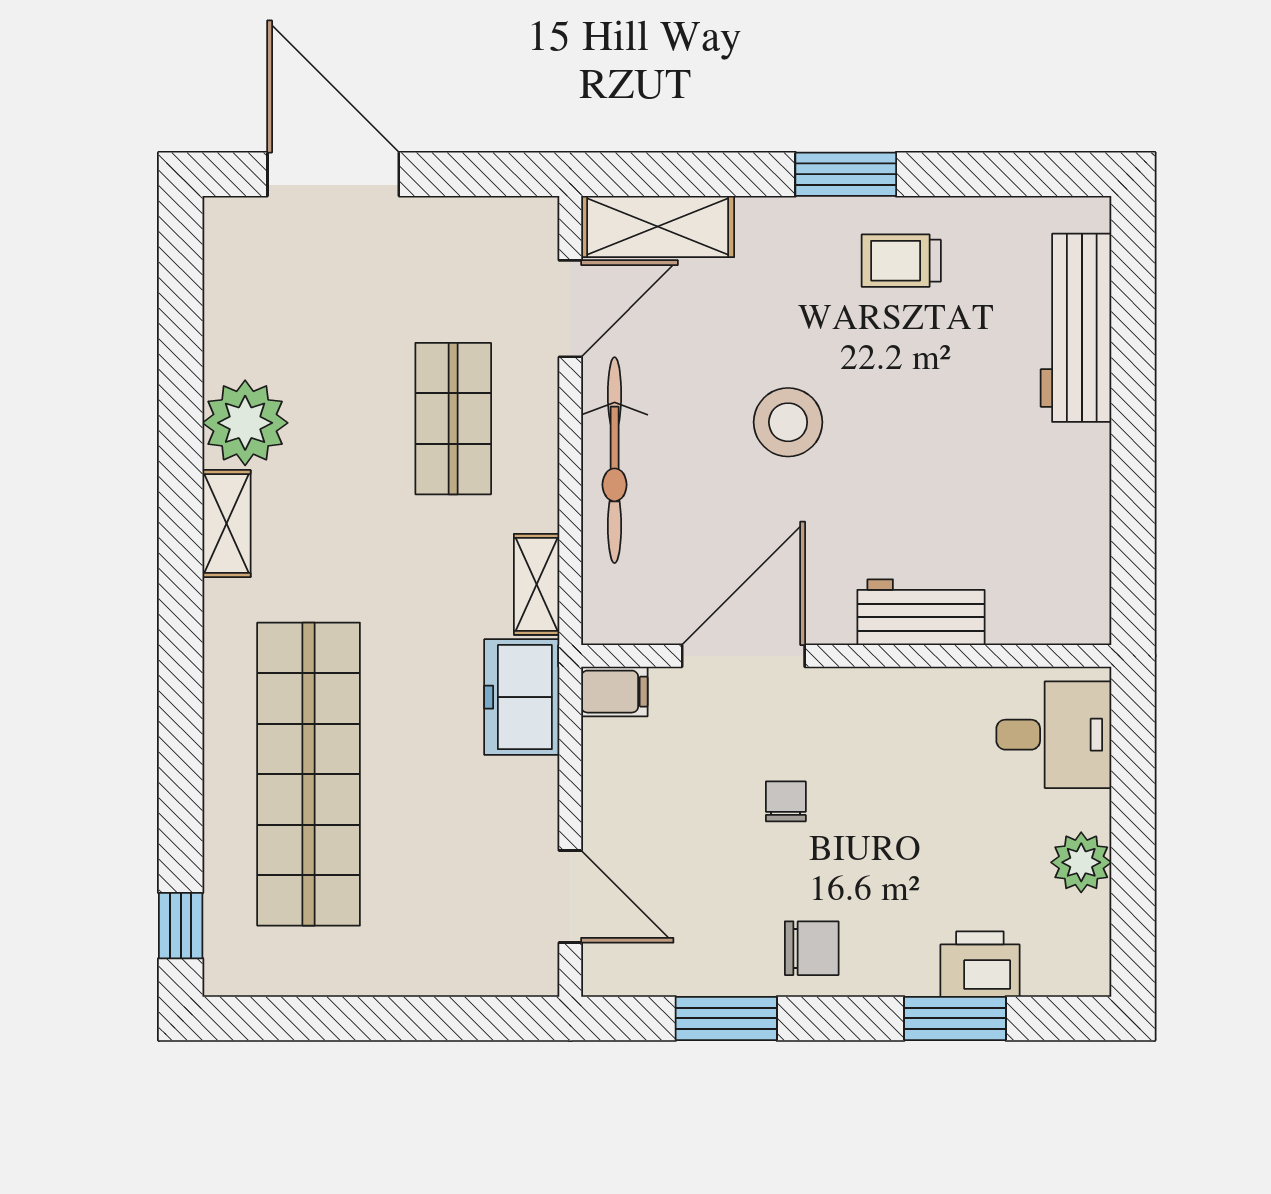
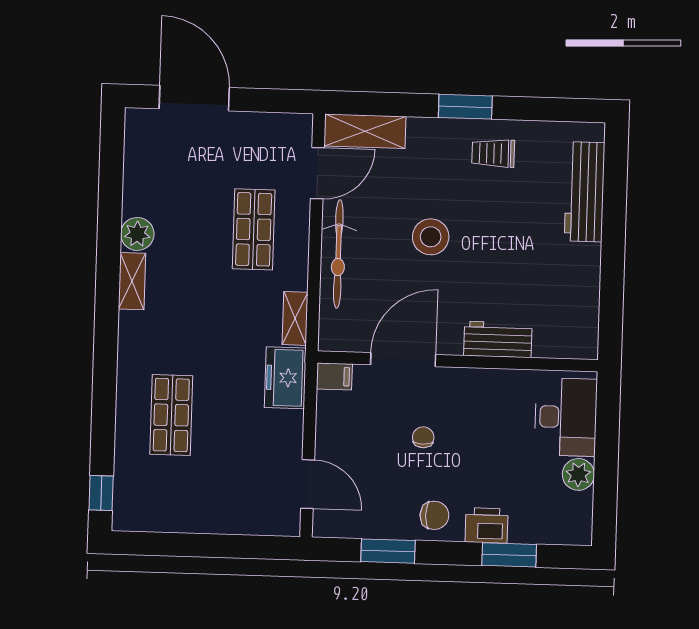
plant: (245, 423) -> (137, 234), width x0.73, depth x0.73
desk: (1054, 735) -> (566, 417), width x1.37
shop shelf: (309, 774) -> (171, 415), width x0.50, depth x0.74
printer: (980, 964) -> (487, 525), moved

